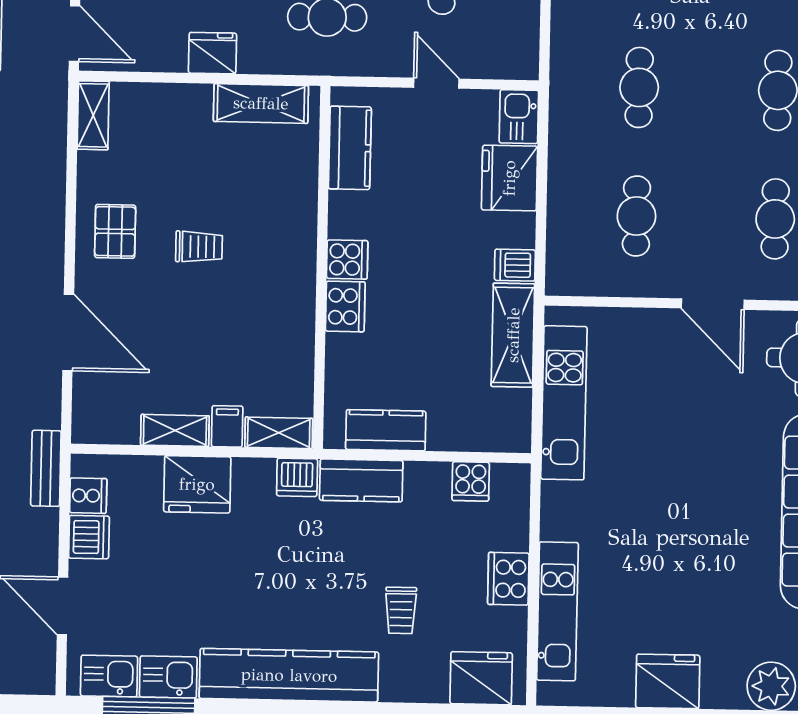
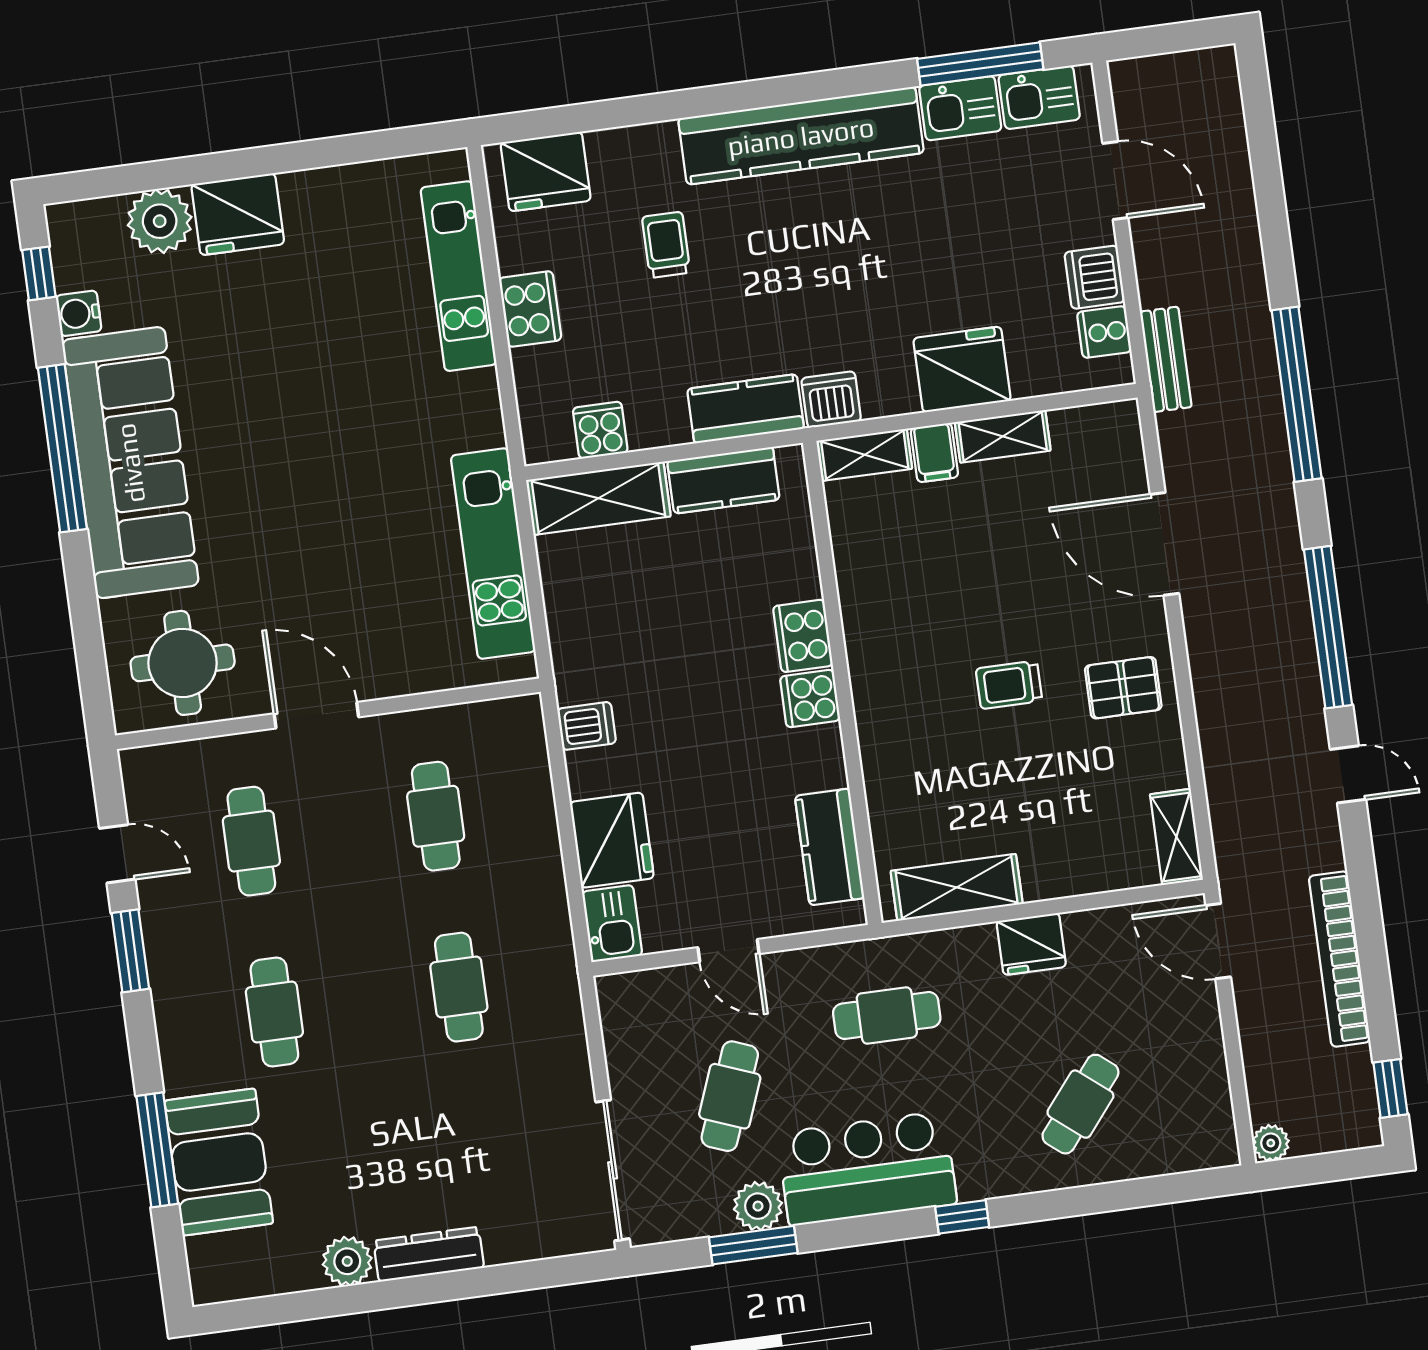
pallet: (115, 231) -> (1123, 688), turned 90
shelving: (513, 335) -> (598, 498), moved, turned 90
fridge: (668, 681) -> (238, 214), moved

